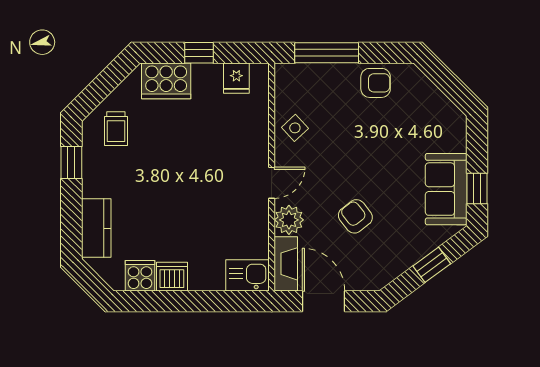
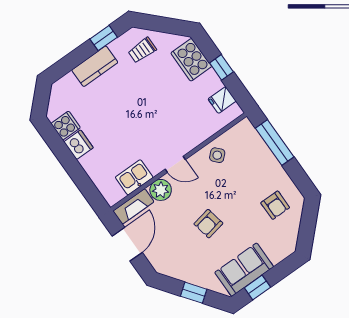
armchair: (376, 83) -> (275, 205), moved
armchair: (355, 216) -> (208, 224), moved, turned -153
kitchen counter: (96, 228) -> (95, 66), moved
kitchen sink: (248, 275) -> (134, 177), moved, turned -90

